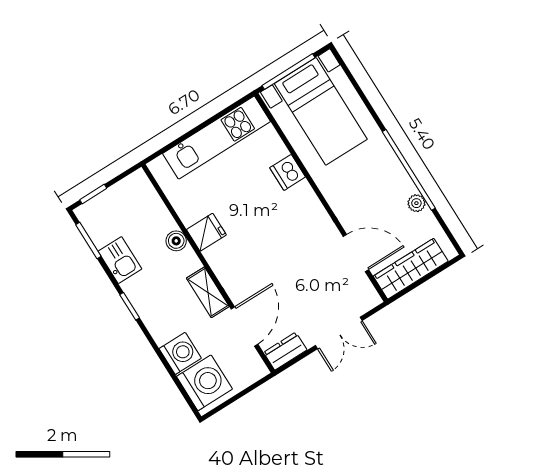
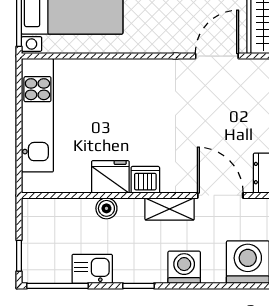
dishwasher: (288, 172) -> (145, 180), moved, turned 180
fridge: (206, 232) -> (110, 177), width x1.38
window: (88, 241) -> (57, 286), width x1.44
washing machine: (180, 353) -> (184, 267), moved

